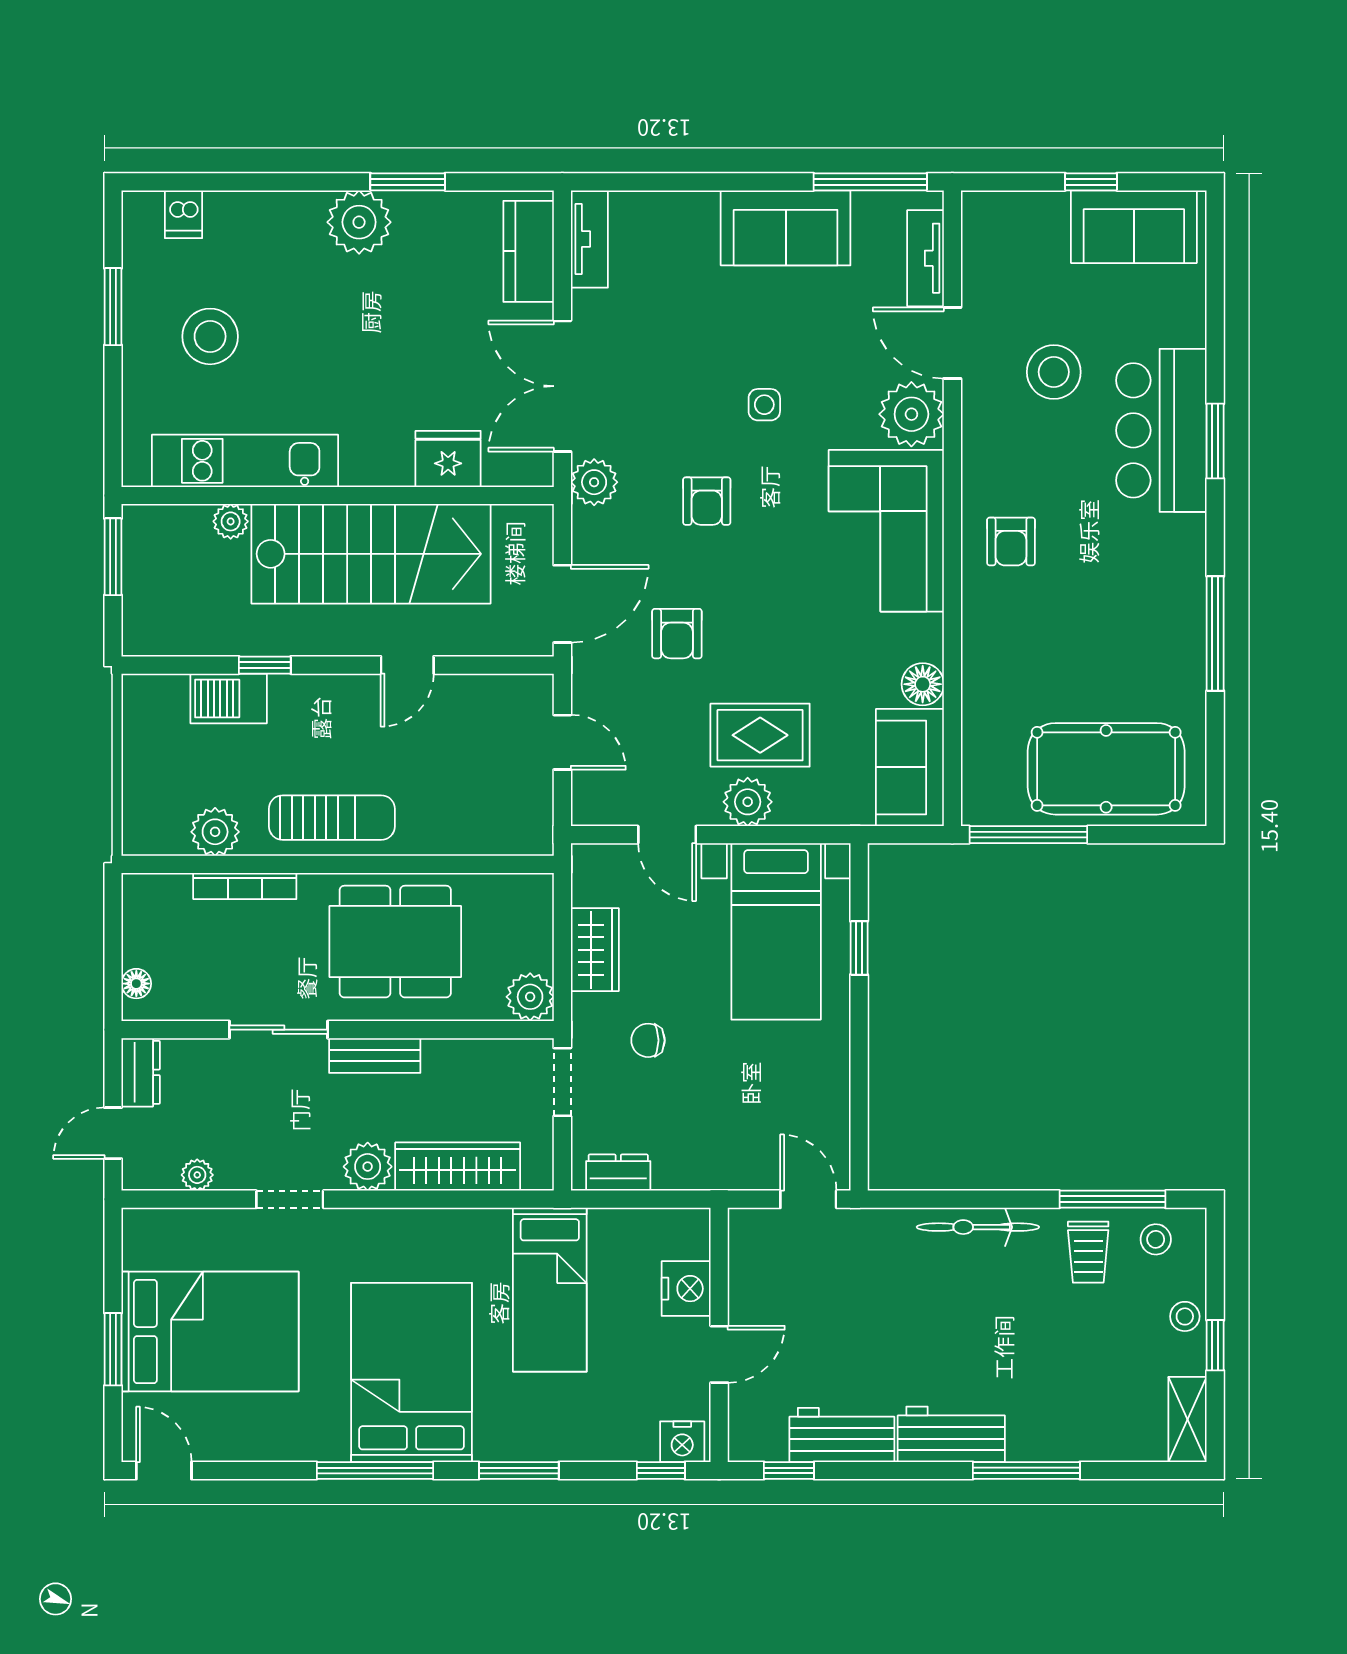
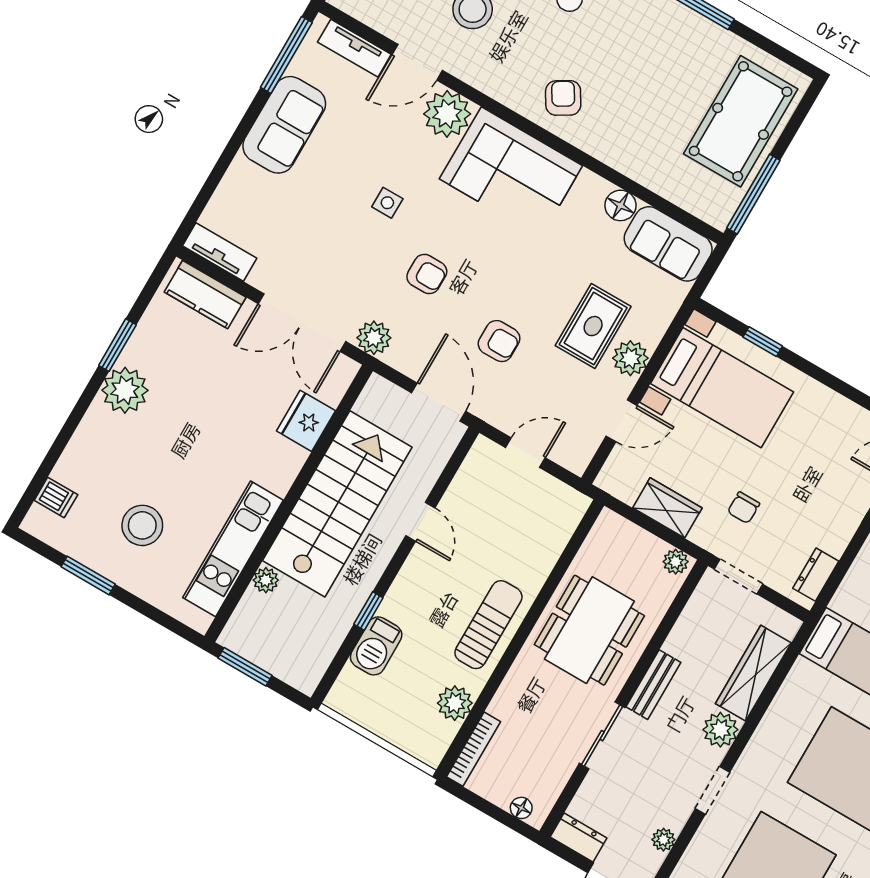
armchair: (1011, 541) -> (563, 98), turned -121
bookcase: (245, 886) -> (473, 749), moved
plant: (530, 997) -> (676, 562), width x0.73, depth x0.73

